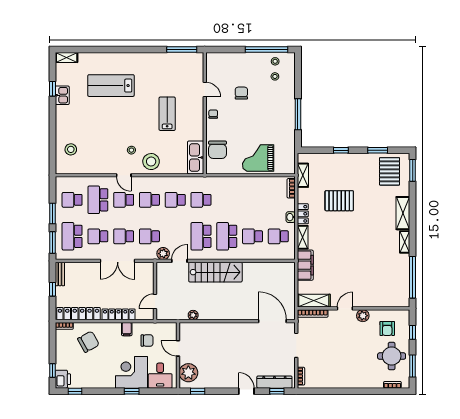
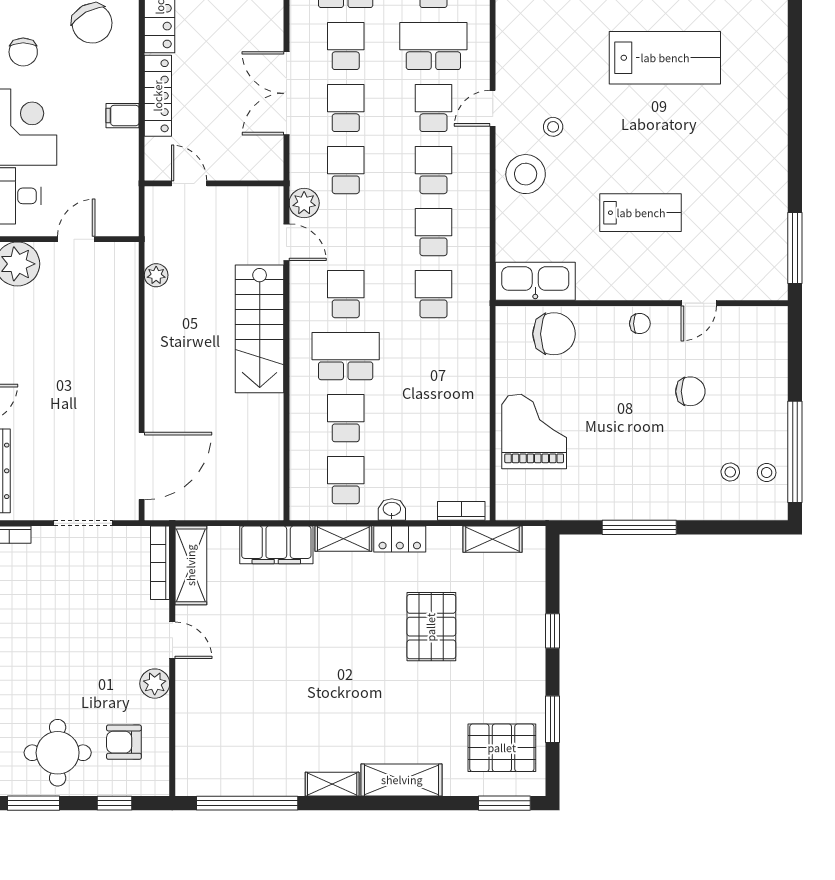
lab bench: (111, 86) -> (665, 58), moved, turned 90
chair: (217, 150) -> (554, 334), turned 180
school desk: (201, 236) -> (346, 294), width x0.54
chair: (147, 341) -> (23, 52), moved

